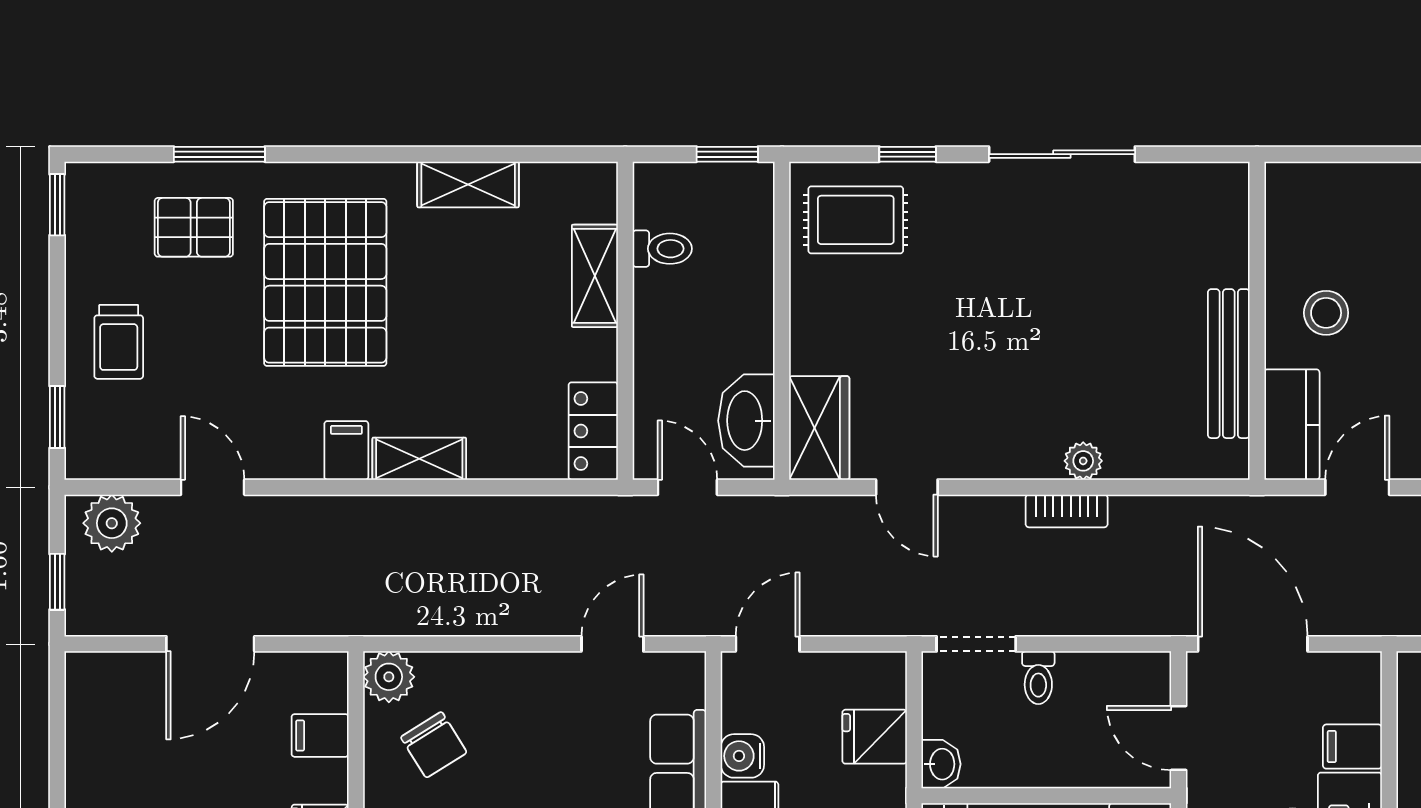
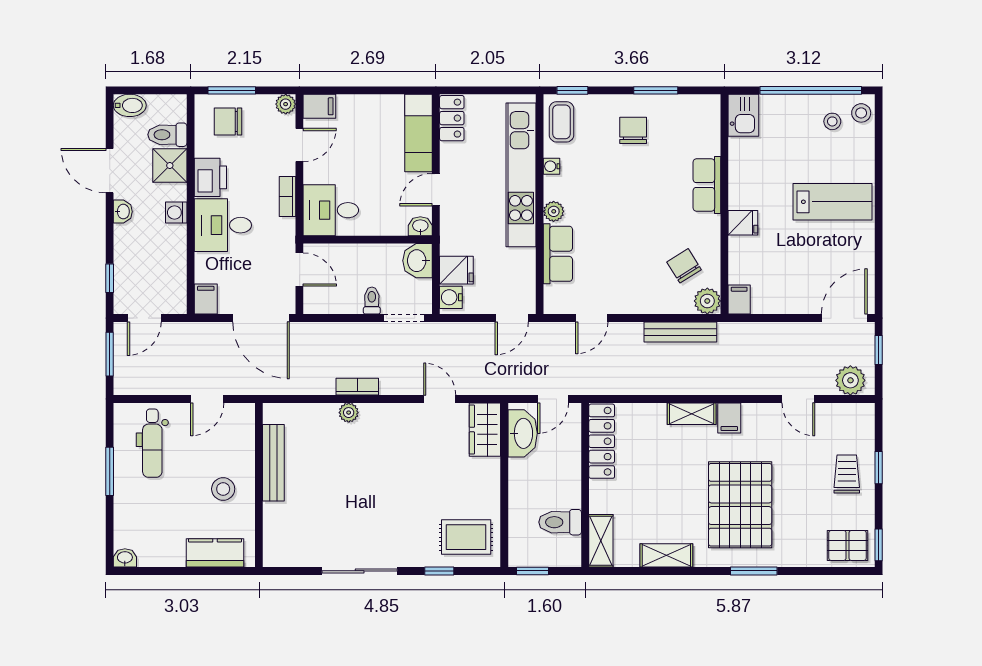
window: (219, 154) -> (754, 571), moved
pallet: (194, 227) -> (848, 545), moved
toilet: (662, 249) -> (560, 522), width x1.37, depth x1.39
shelving: (595, 276) -> (601, 541), moved
window: (57, 417) -> (879, 468), moved
kitchen counter: (1292, 425) -> (215, 553), moved, turned 90
locker: (593, 431) -> (602, 441), width x1.53
door: (687, 487) -> (553, 399), hinge flipped
bench: (441, 617) -> (680, 332), added
door: (210, 644) -> (844, 318), moved
filing cabinet: (320, 735) -> (739, 299), moved, turned -90
filing cabinet: (1352, 747) -> (206, 299), moved, turned -90
water cooler: (742, 756) -> (451, 297), moved, turned 180
washbasin: (941, 764) -> (418, 261), width x1.38, depth x1.45

